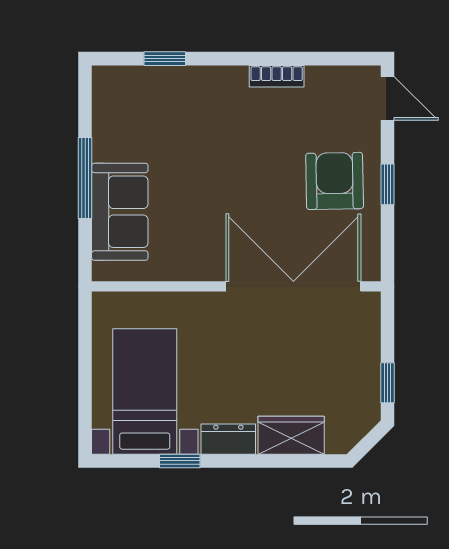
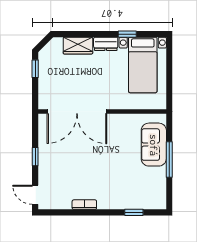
armchair: (335, 181) -> (59, 158), removed

